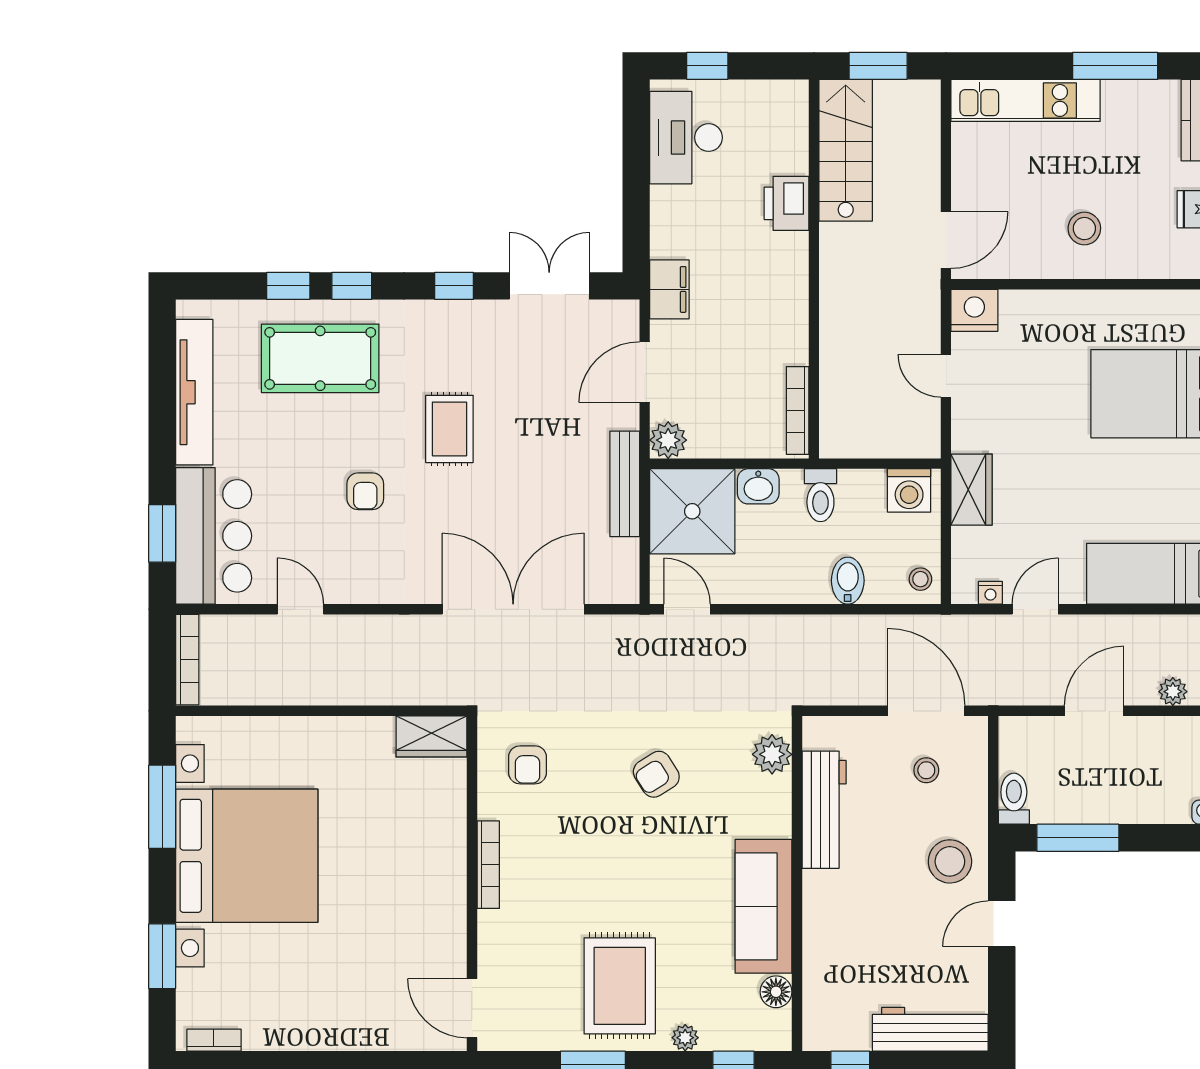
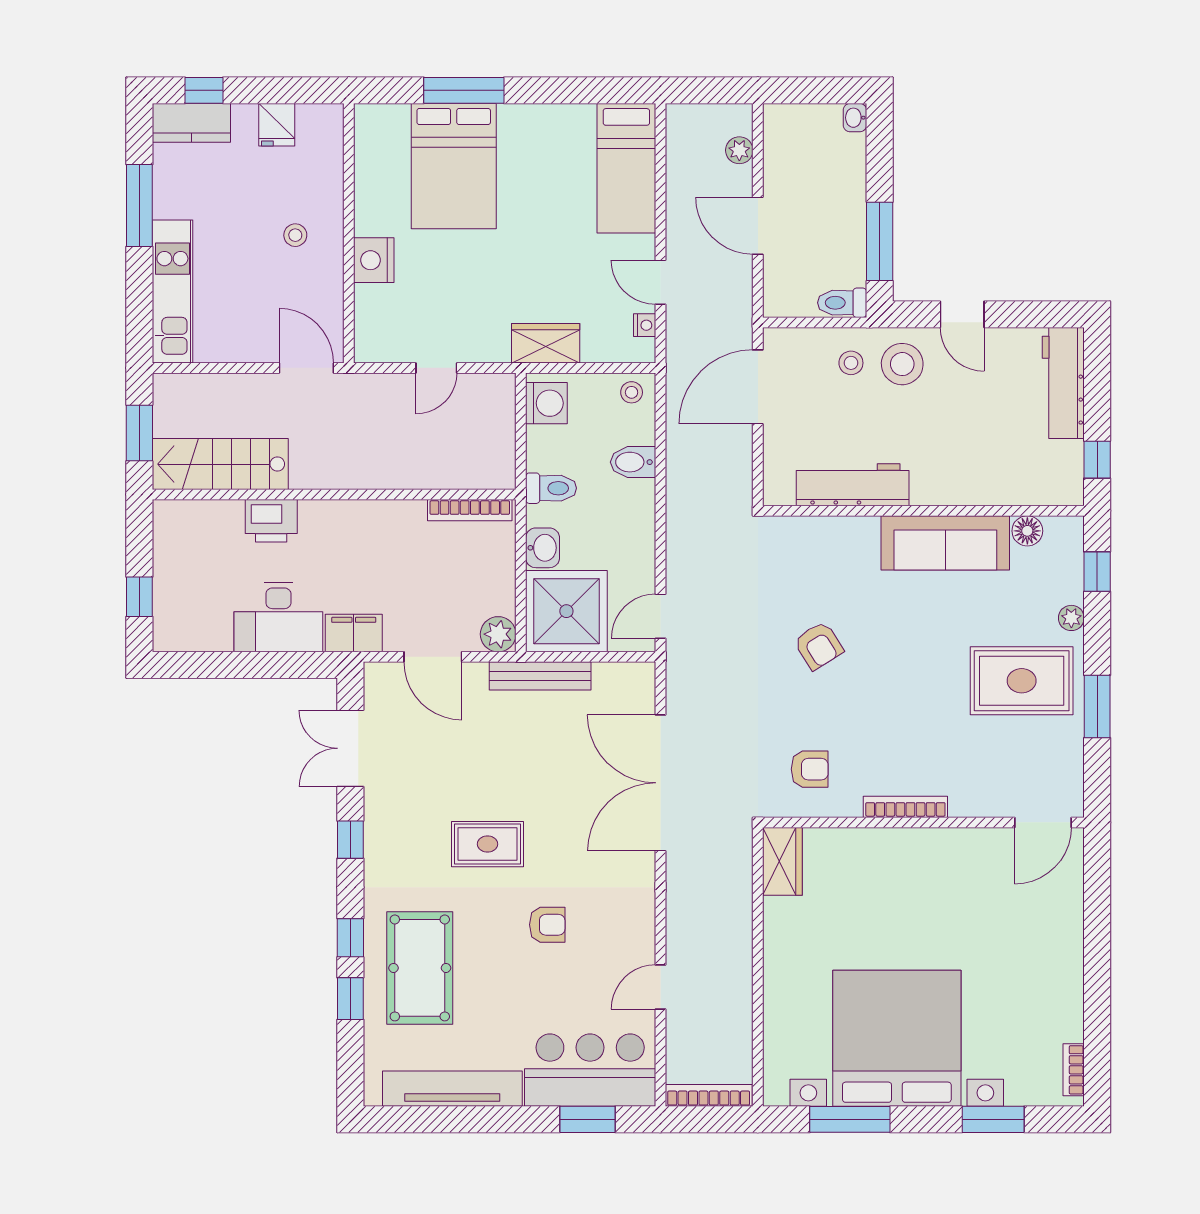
desk: (686, 138) -> (278, 617), moved
stool: (1084, 229) -> (295, 235), width x0.73, depth x0.73
nightstand: (974, 310) -> (374, 260), moved
plant: (772, 754) -> (800, 535), removed
stool: (926, 770) -> (851, 363), moved

